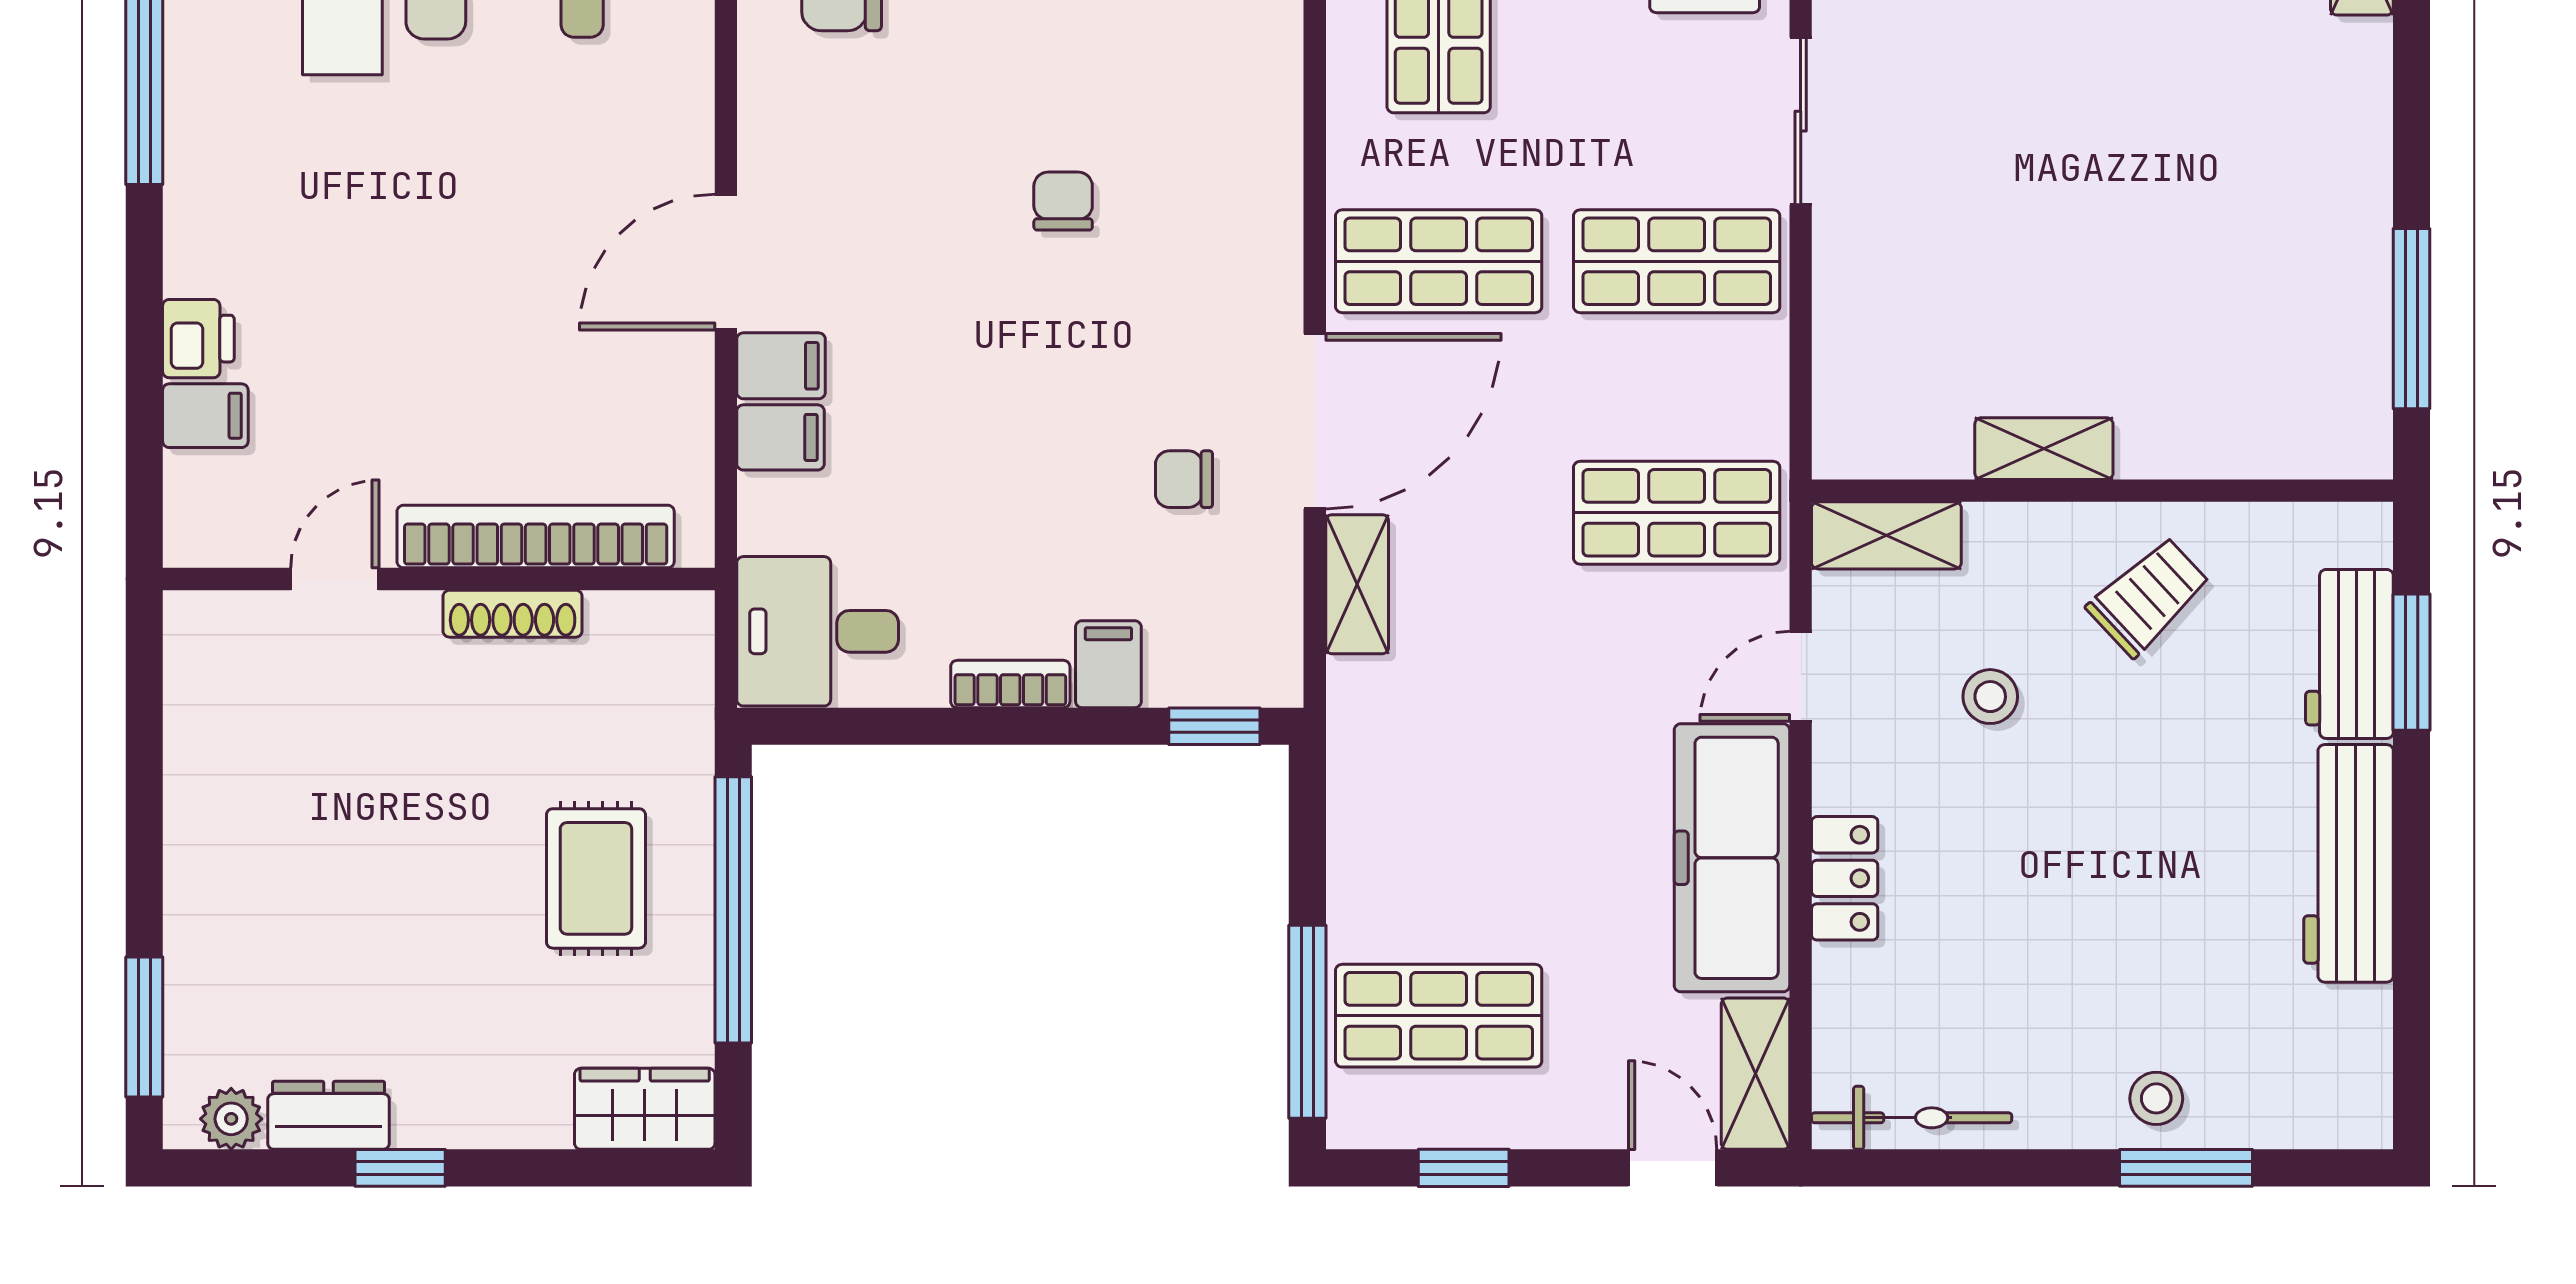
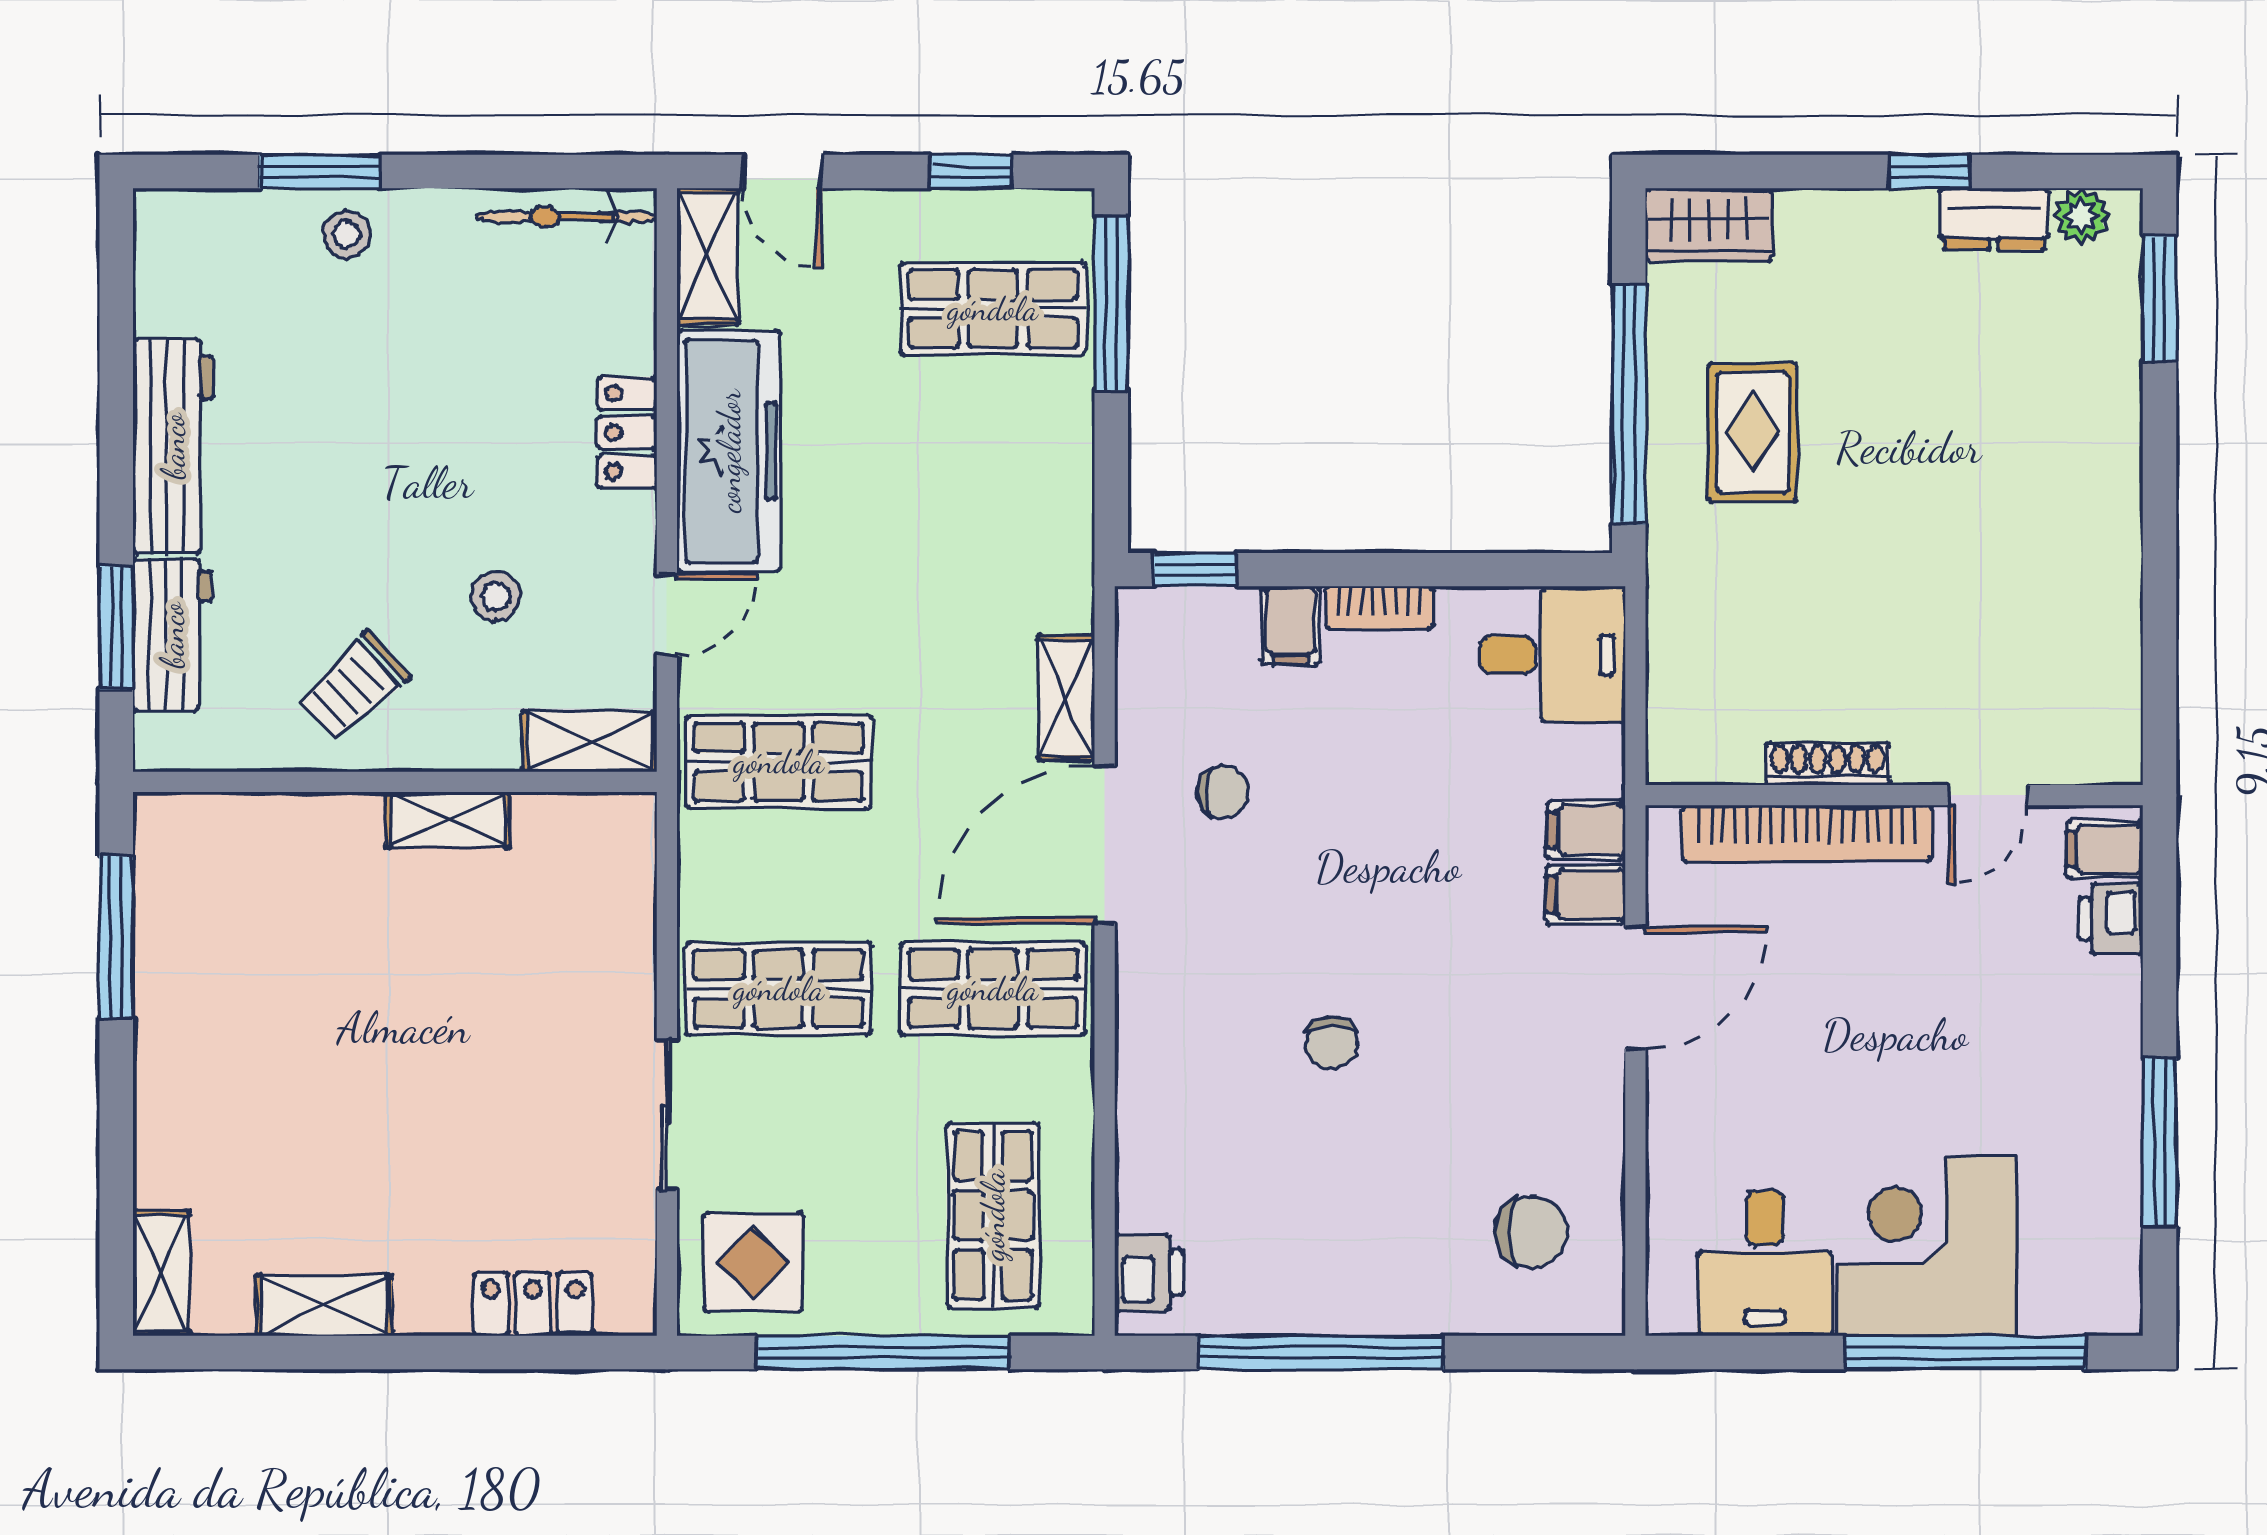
bookcase: (536, 537) -> (1807, 833), moved
door: (335, 579) -> (1988, 795), moved
wall: (439, 579) -> (1894, 795), moved
shoe rack: (513, 614) -> (1828, 764), moved

